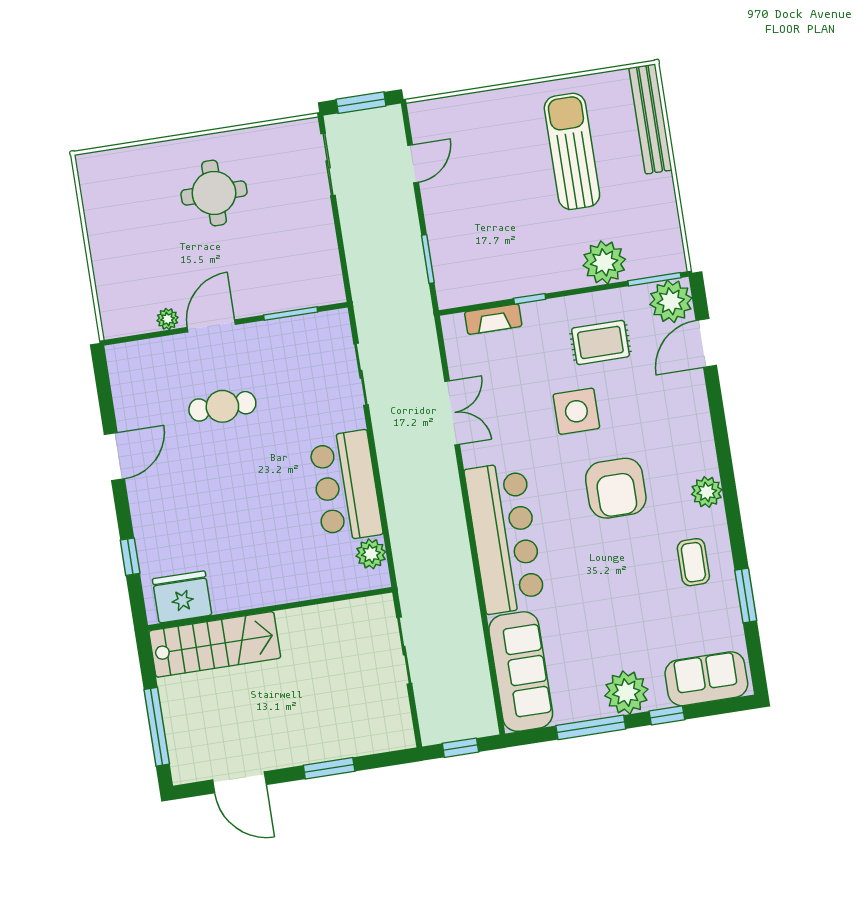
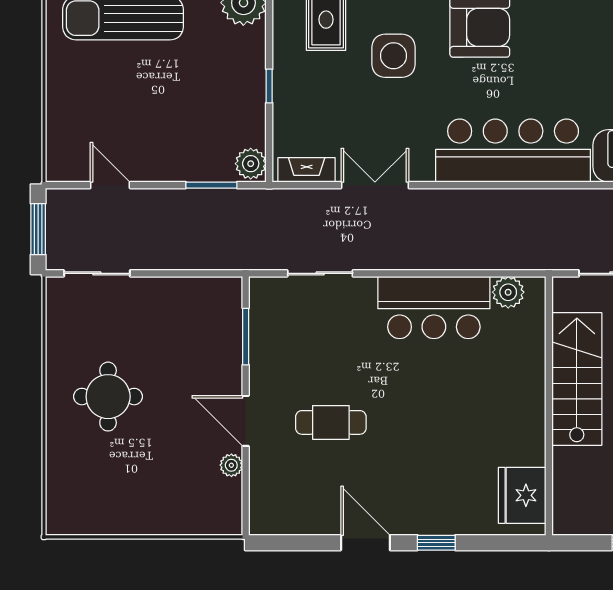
plant: (454, 293) -> (251, 164), added
fireplace: (493, 319) -> (307, 170), moved, turned -90
cafe table: (222, 406) -> (331, 422), turned 90
window: (130, 557) -> (436, 543), moved
stairs: (215, 644) -> (577, 379), moved

